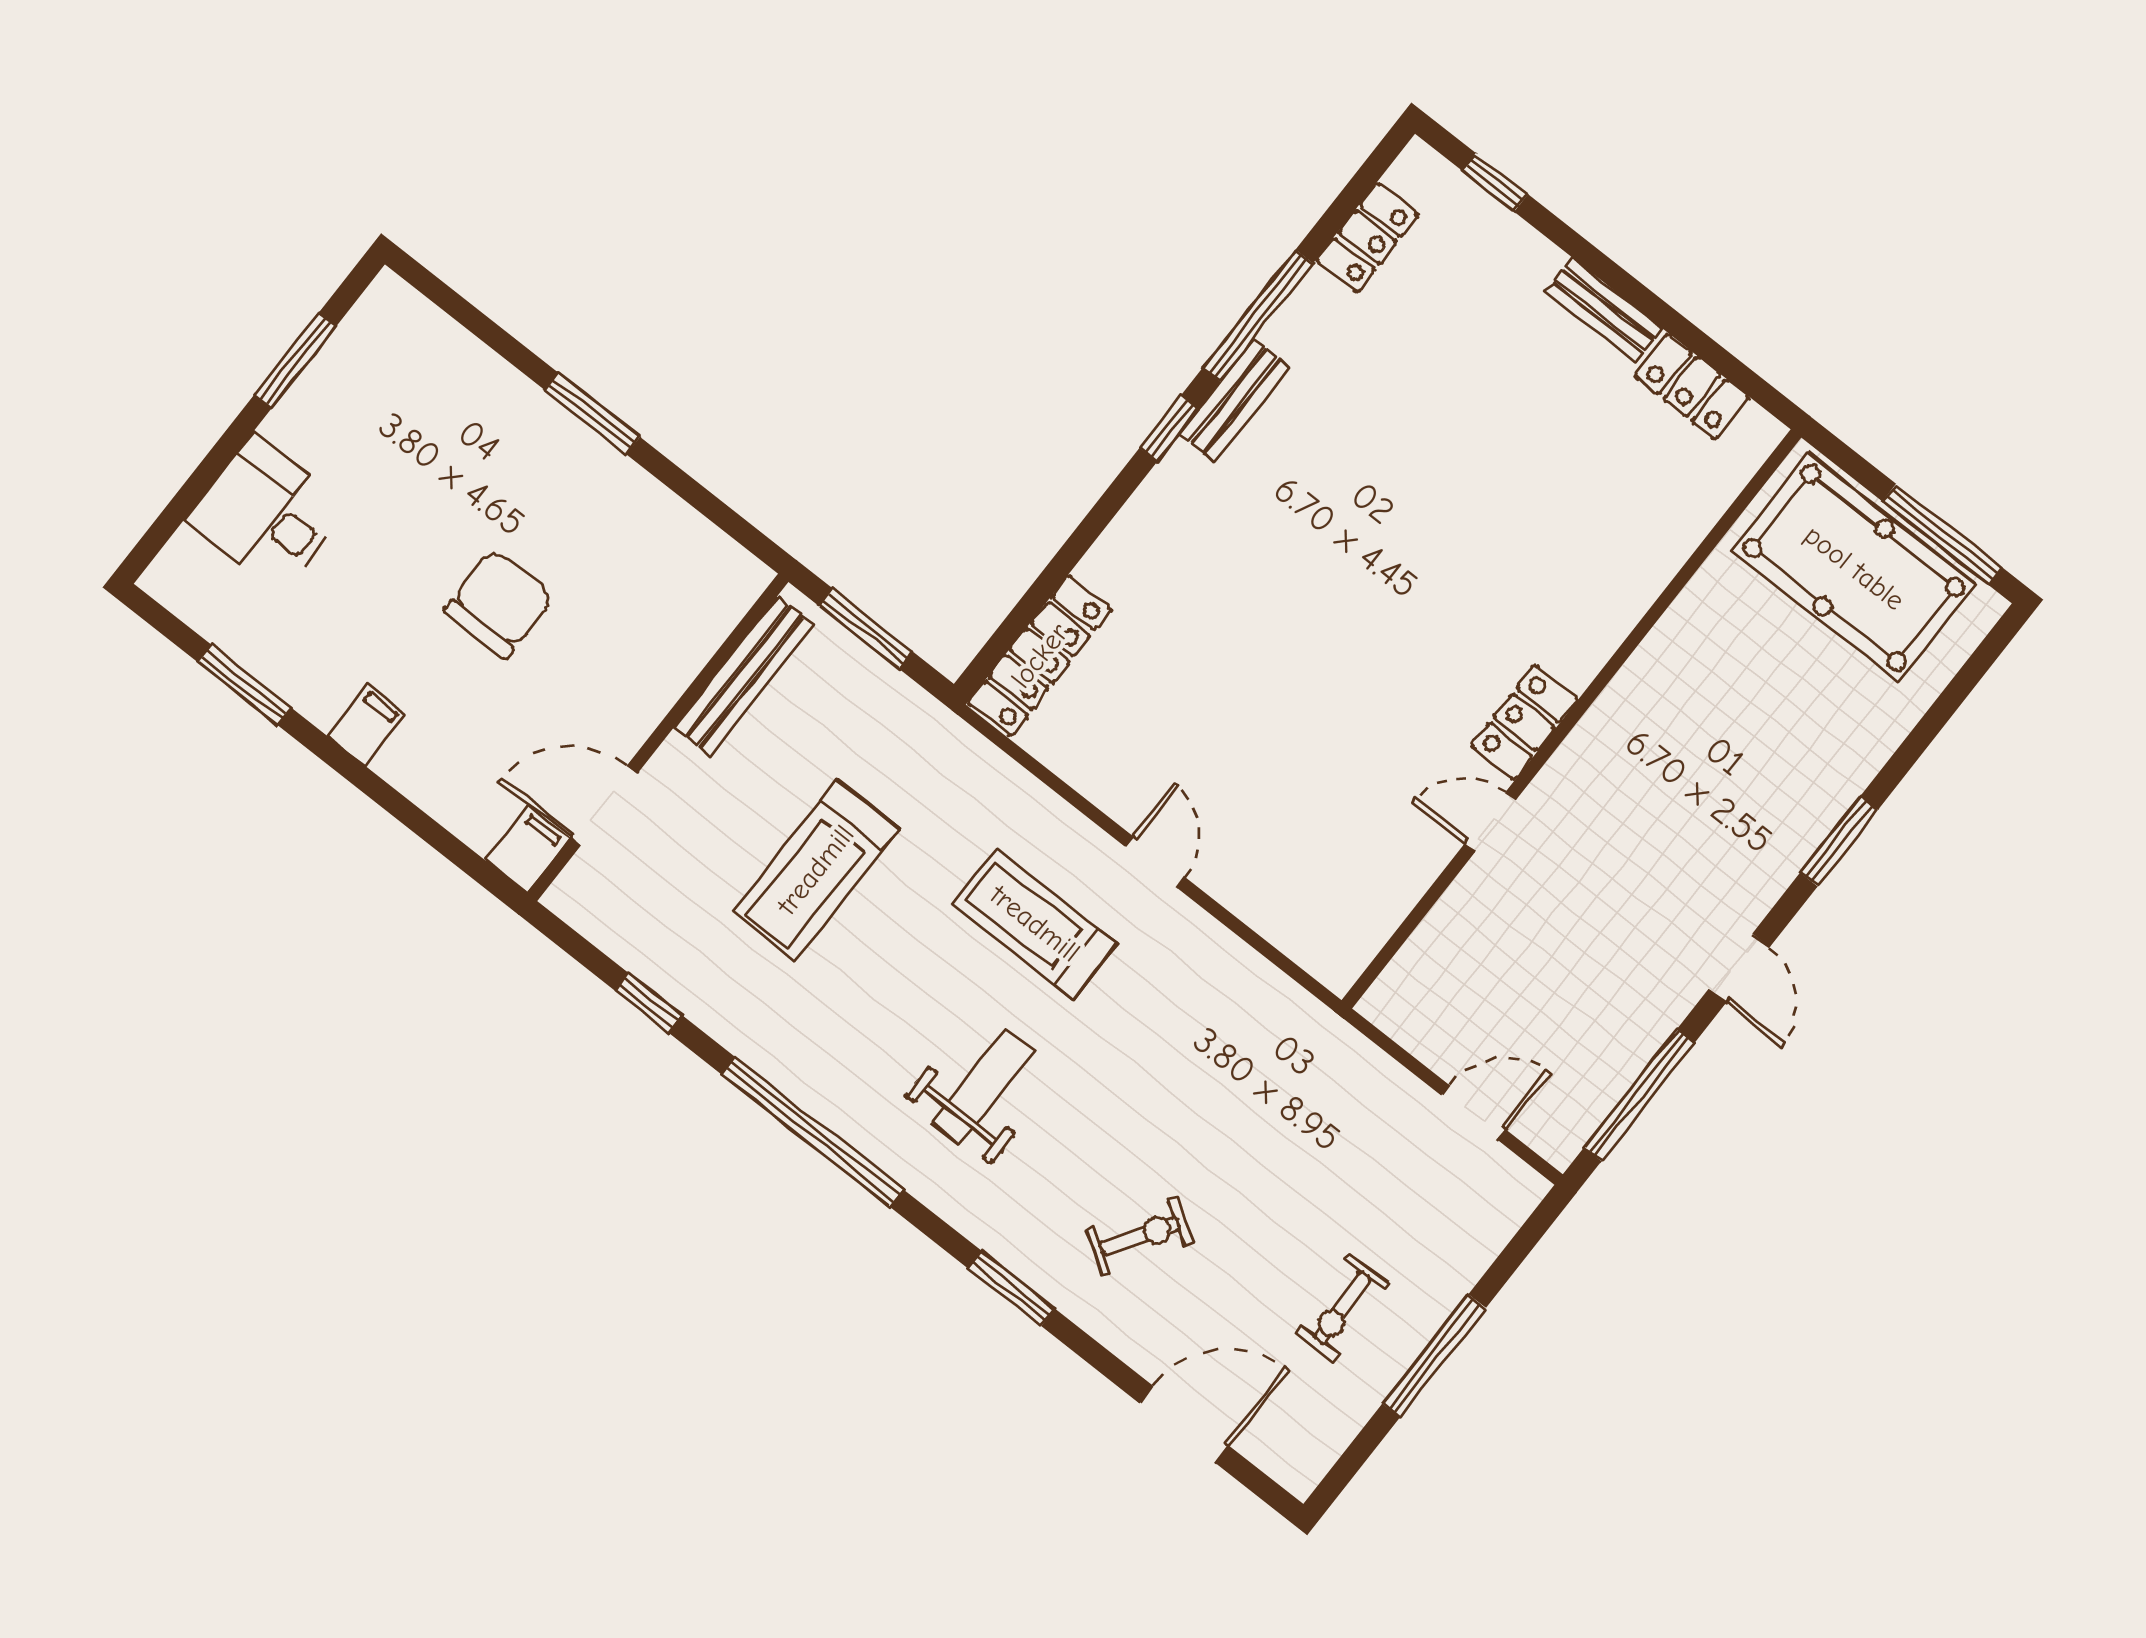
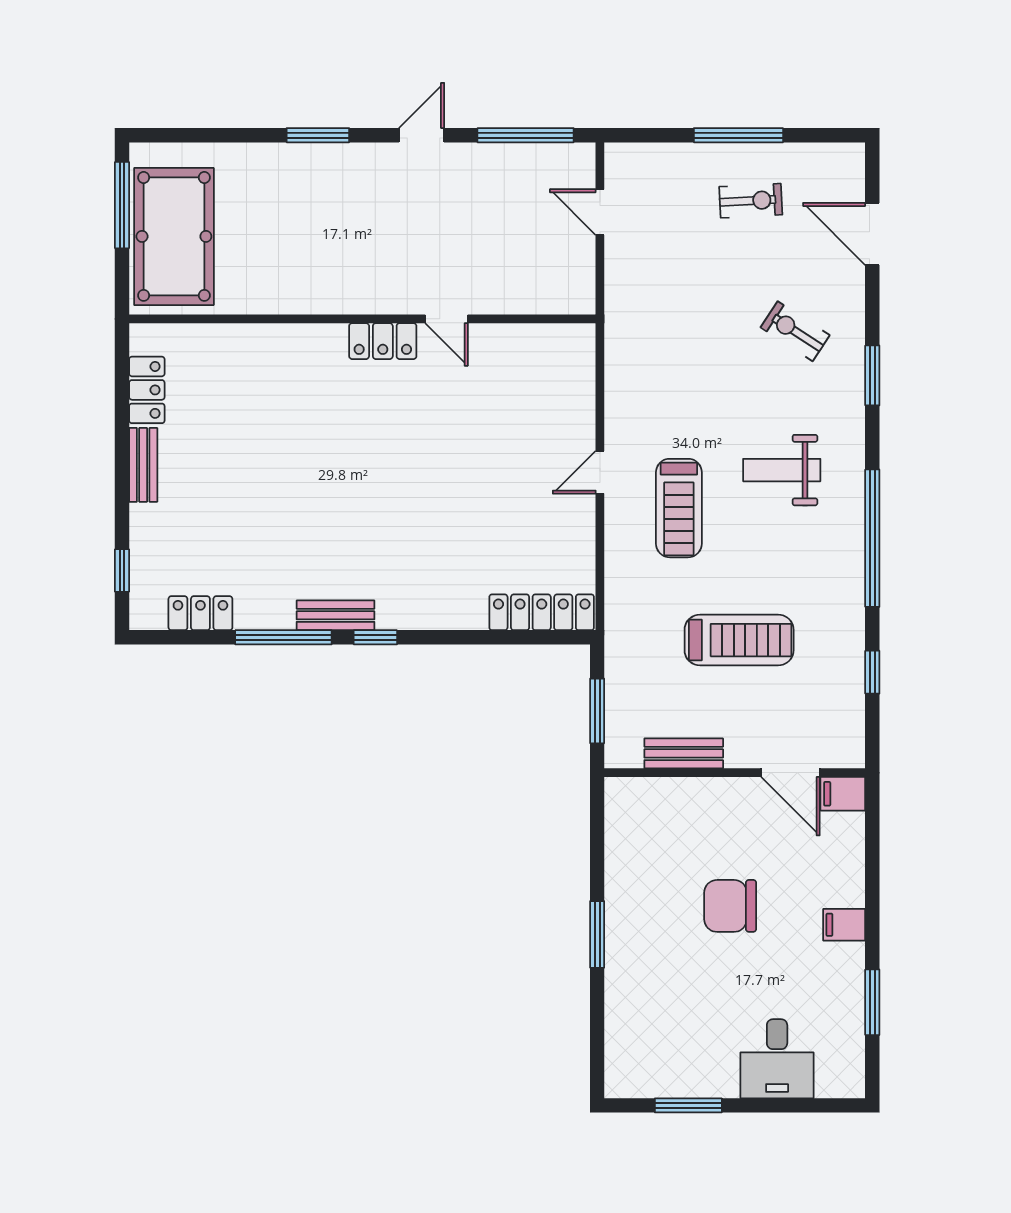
bench: (744, 676) -> (684, 753), width x0.73

